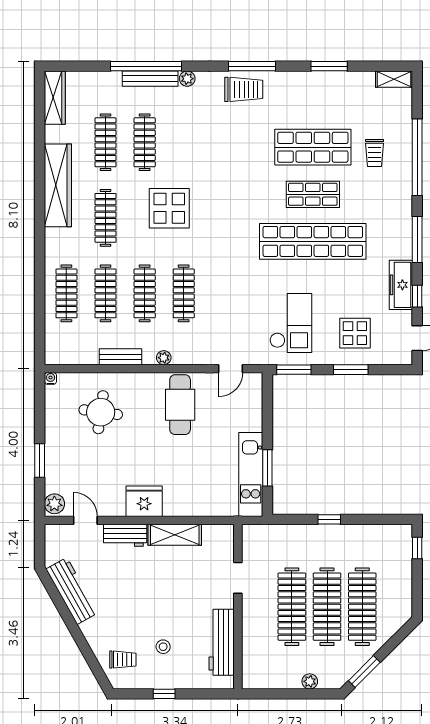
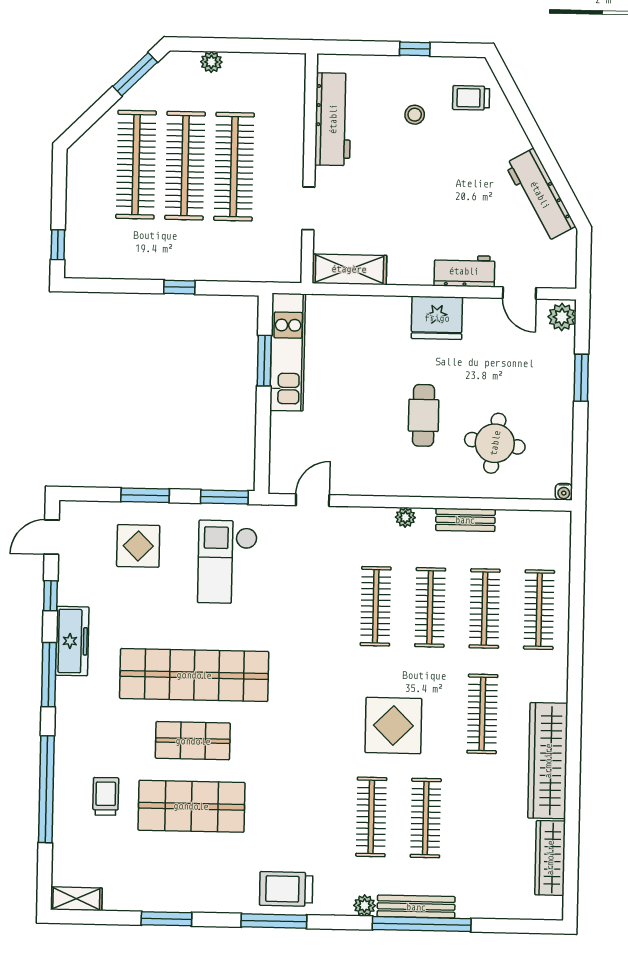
wardrobe: (55, 98) -> (550, 858), moved
clothes rail: (106, 142) -> (371, 817), moved
freezer: (401, 285) -> (72, 641), moved
cafe table: (180, 405) -> (424, 415), moved, width x0.73, depth x0.74
shelving: (175, 535) -> (349, 269), moved

